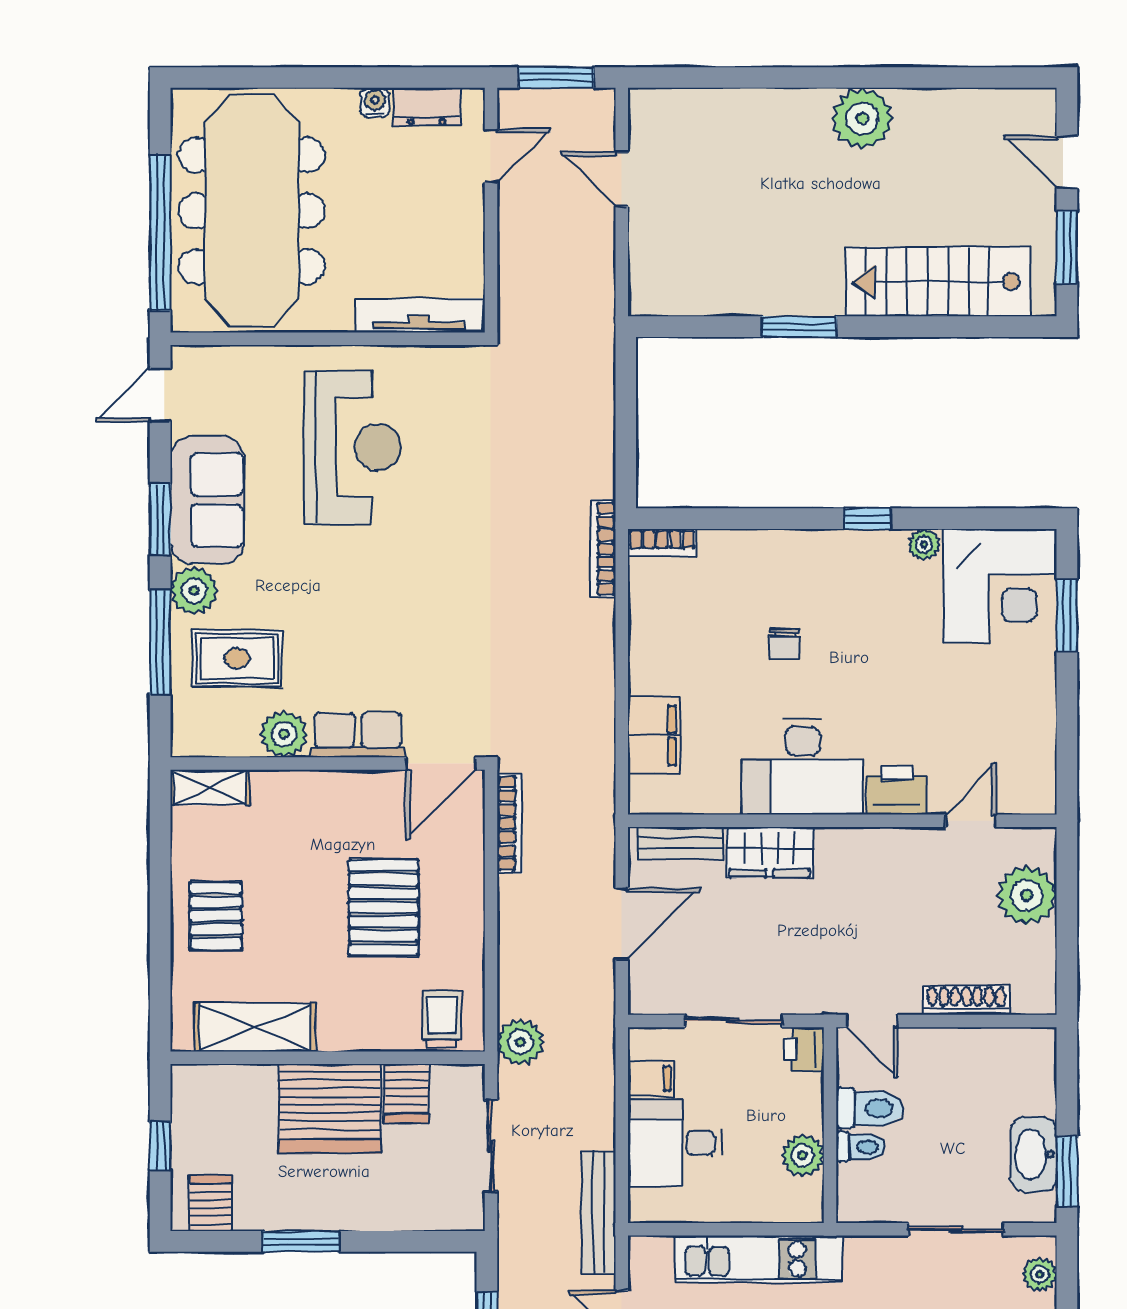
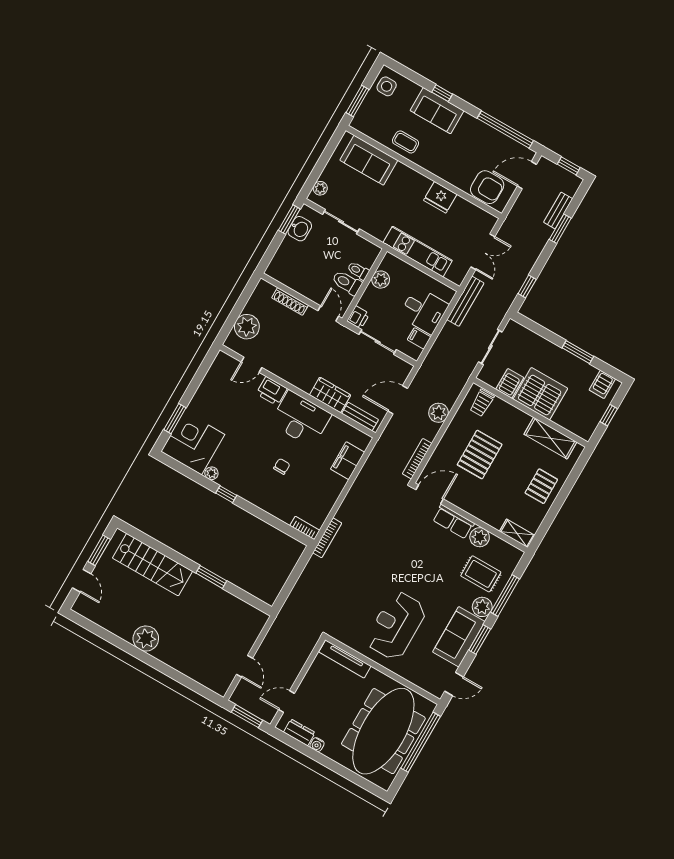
plant: (520, 1042) -> (438, 413), moved
washbasin: (1034, 1154) -> (300, 229), width x0.72

